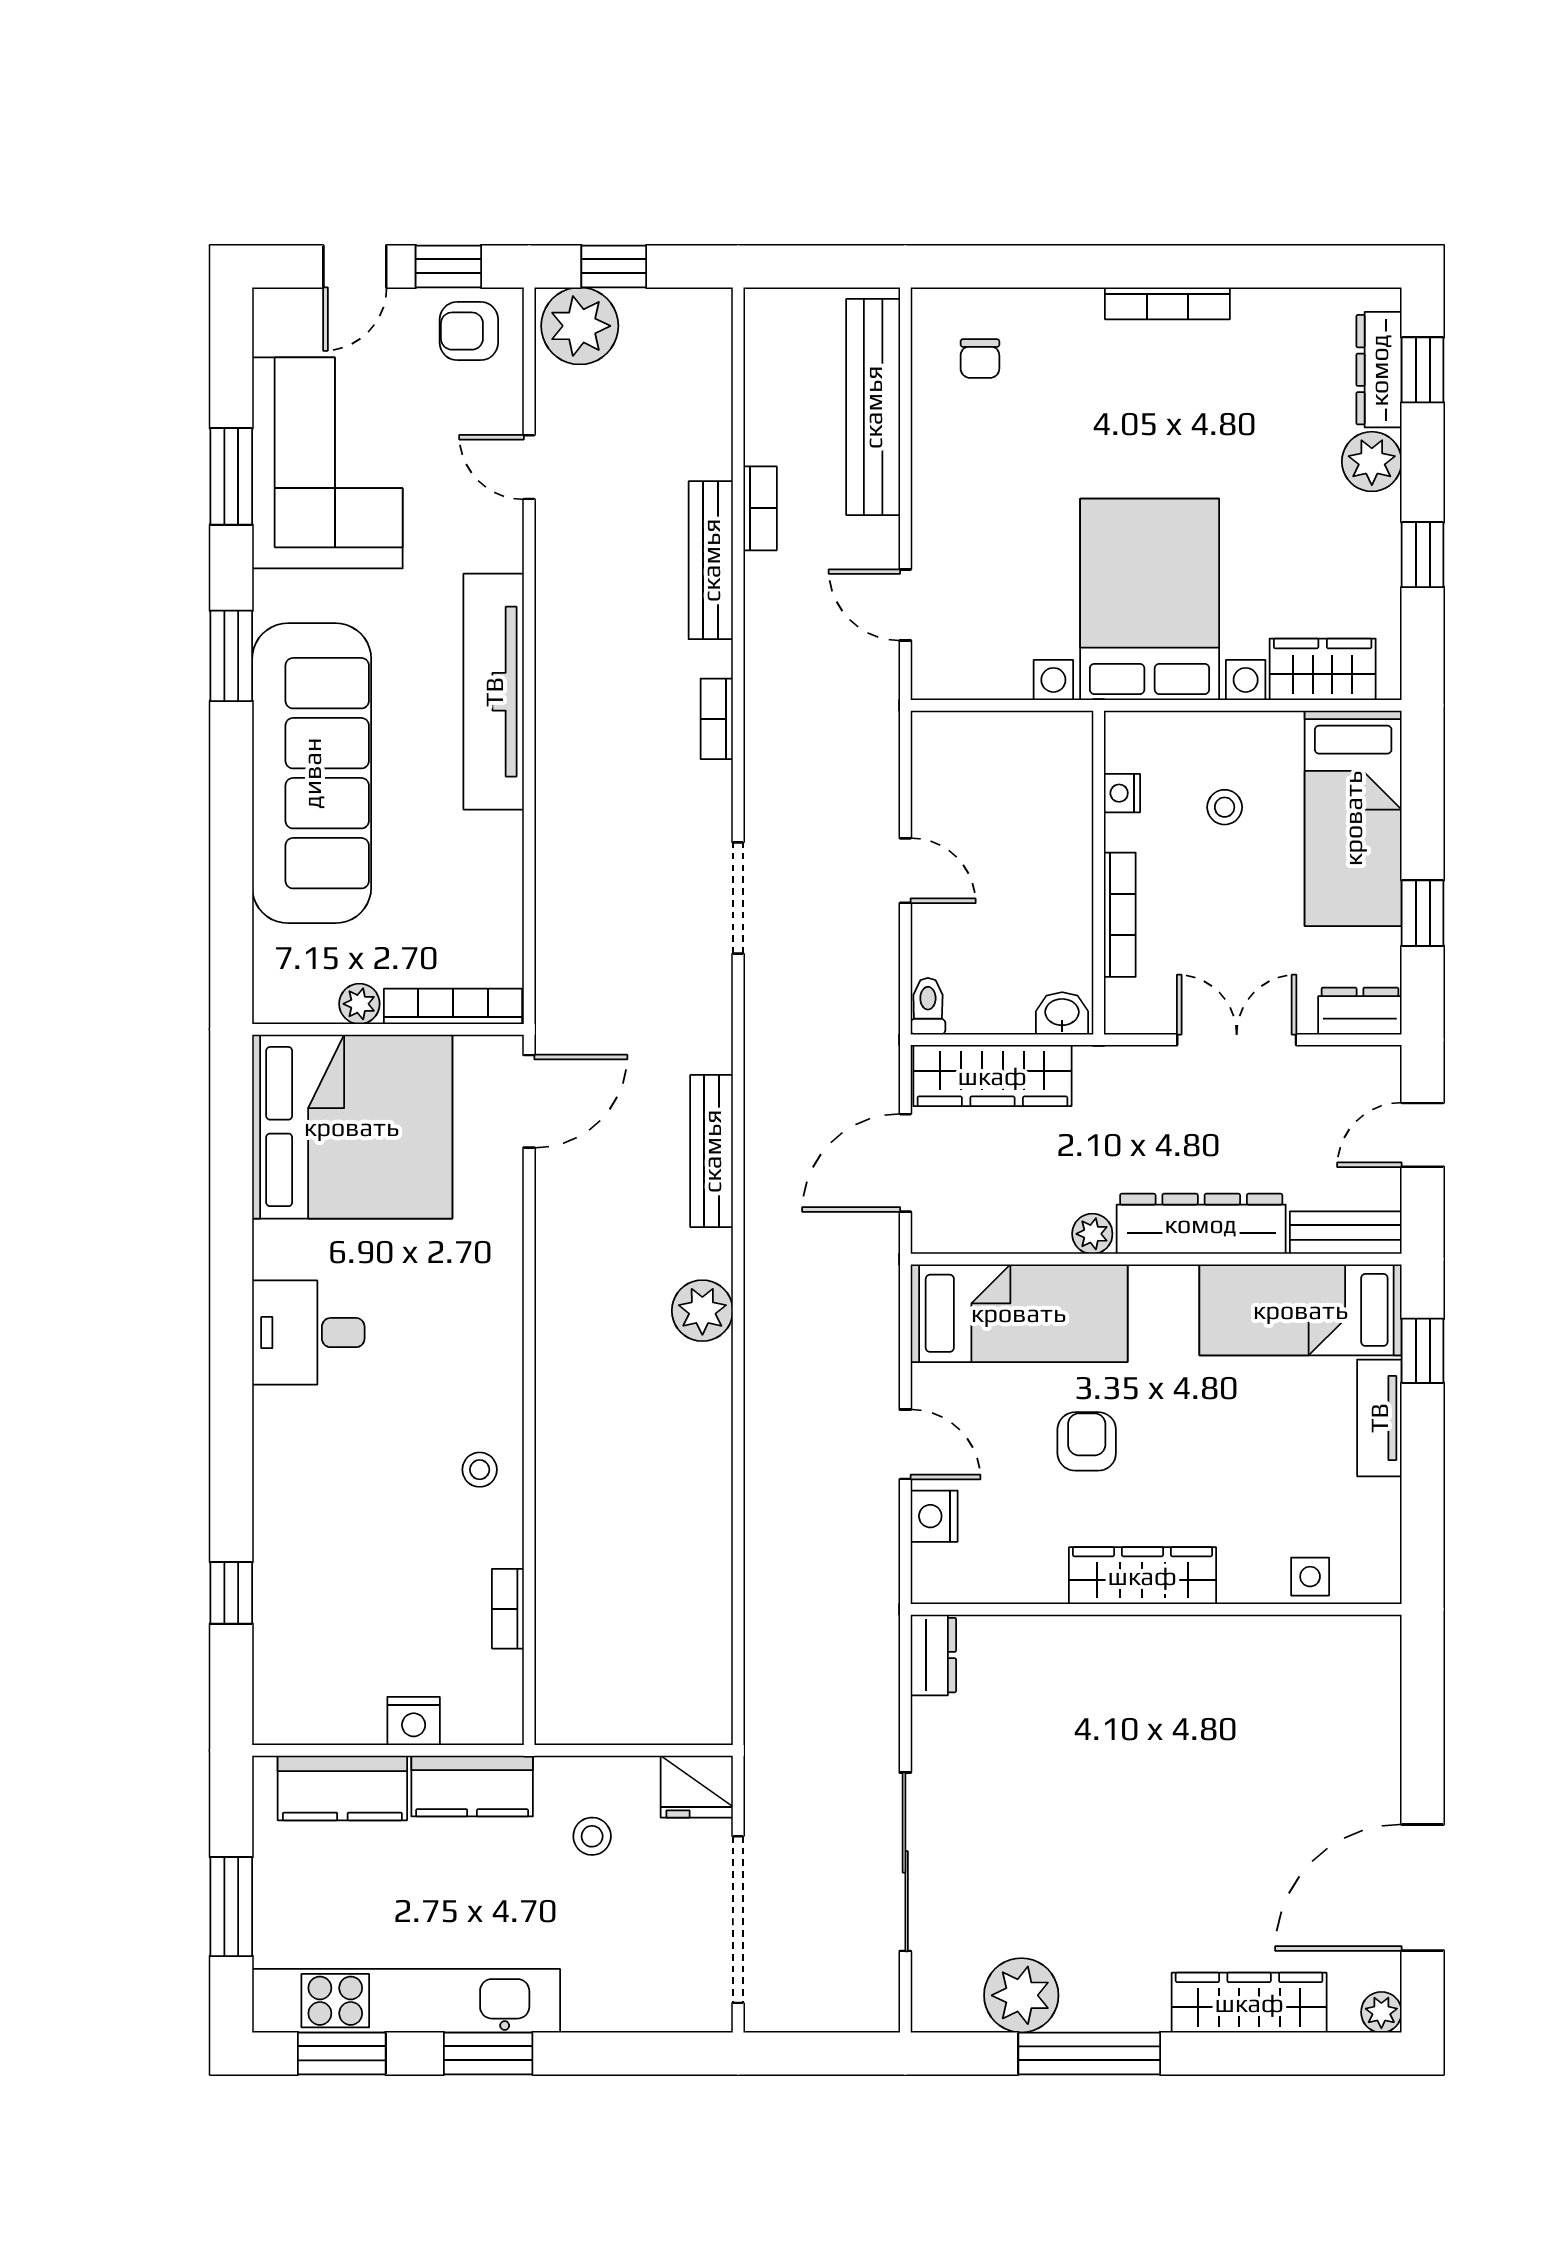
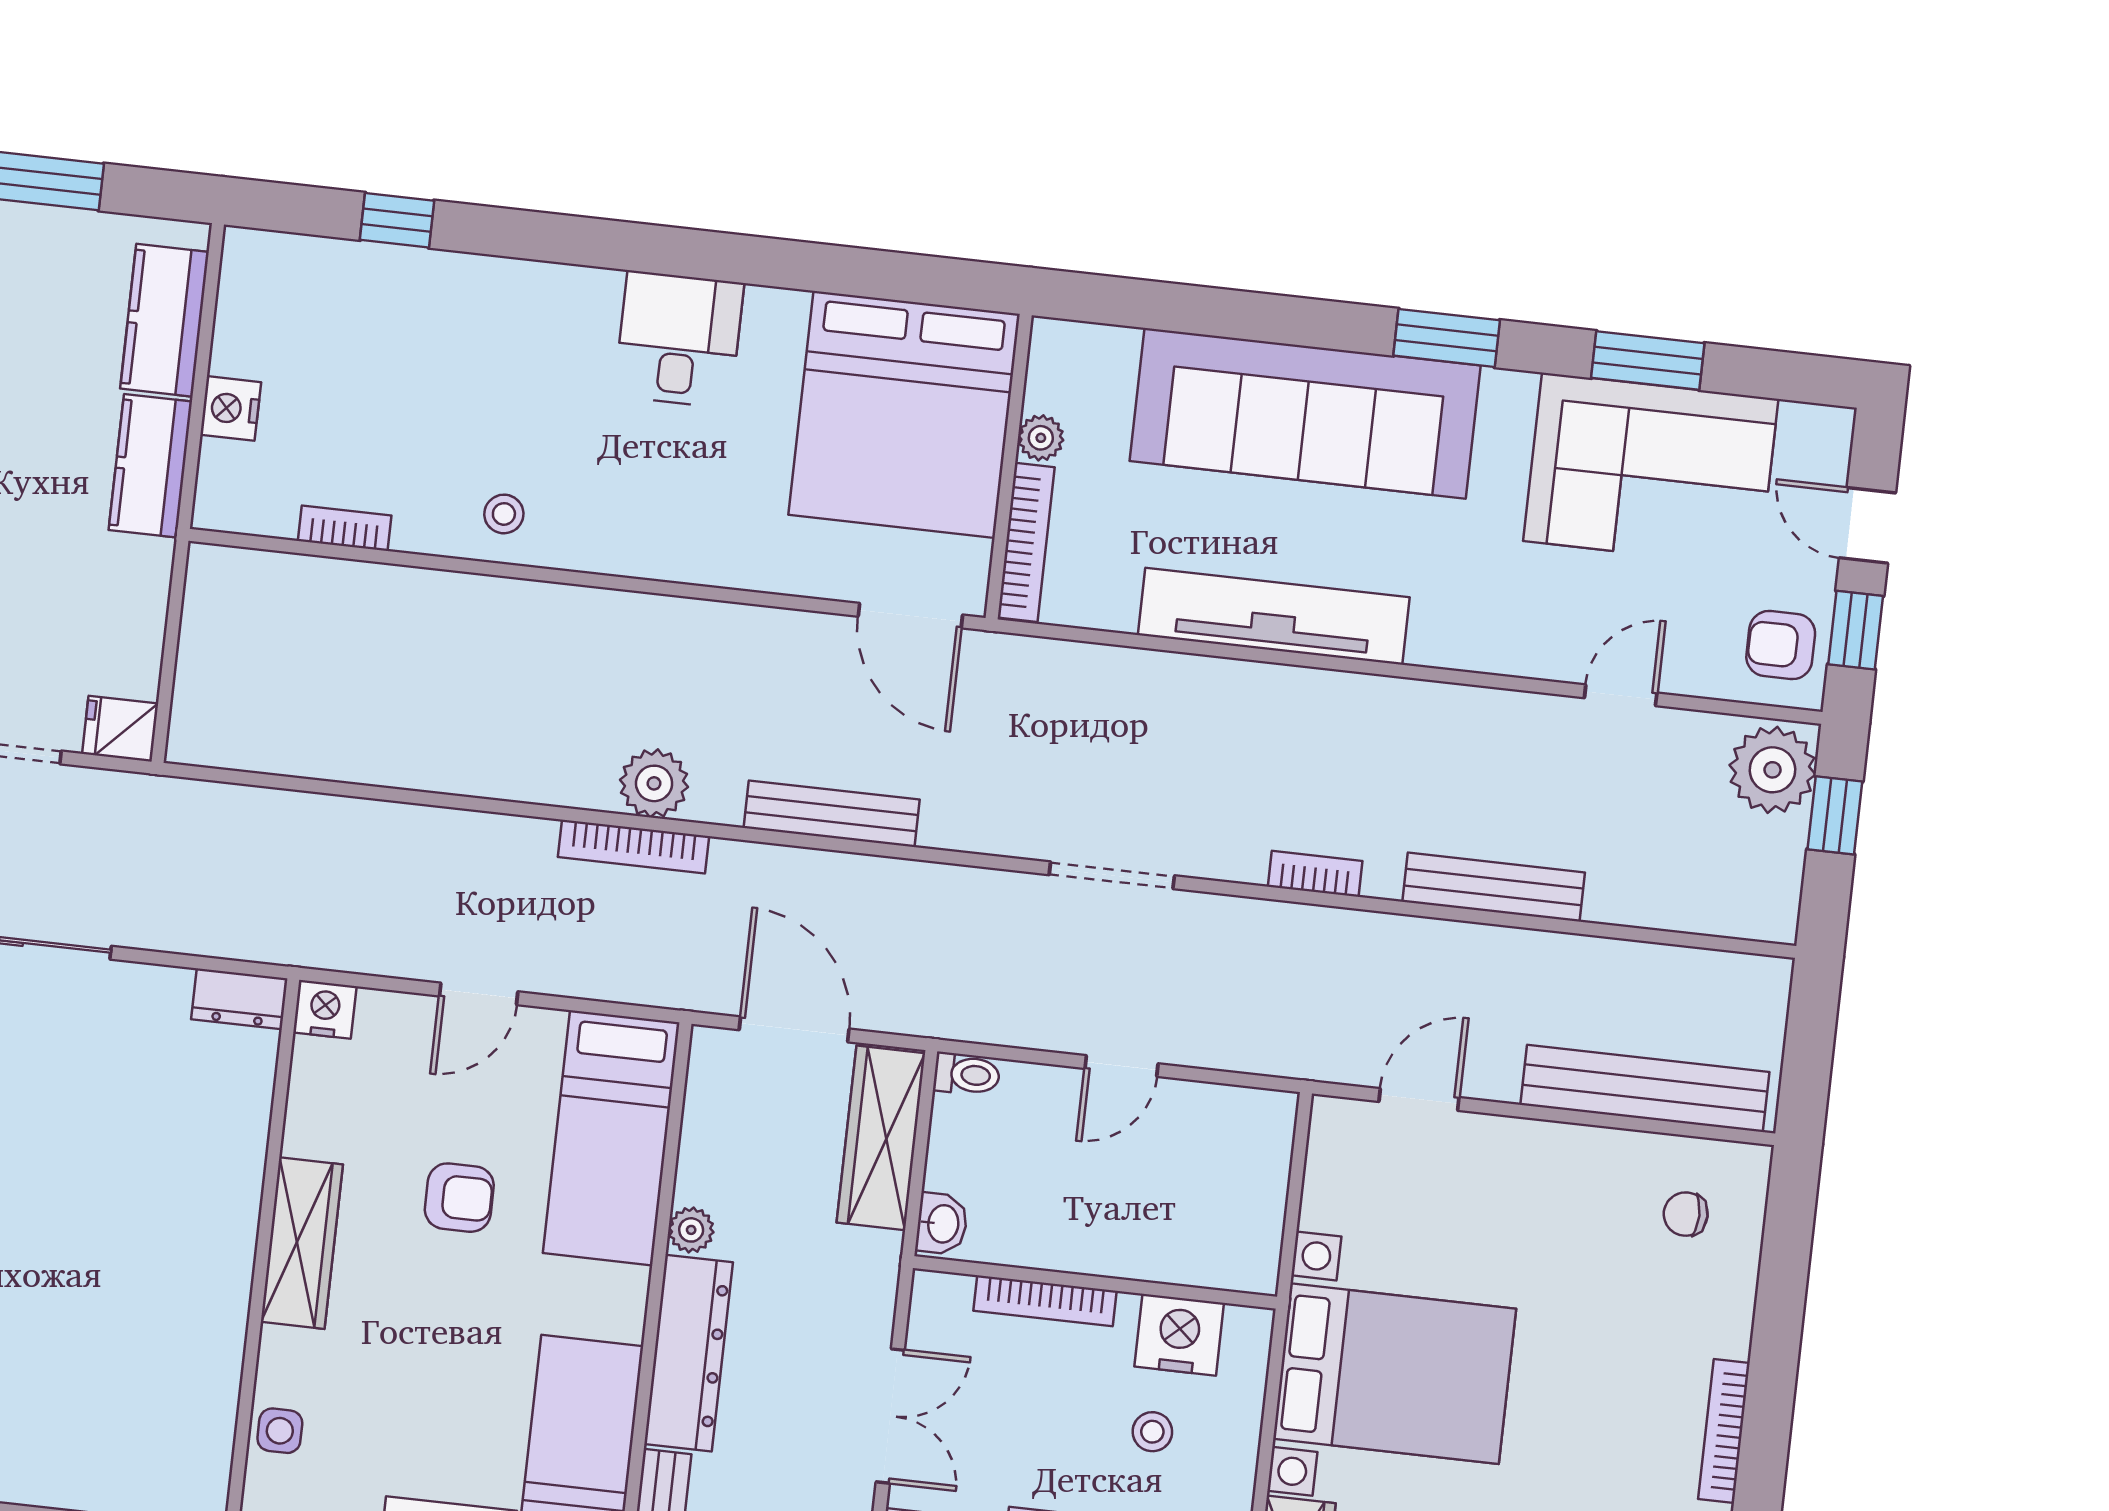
armchair: (469, 331) -> (1781, 645), turned -90
bookcase: (760, 508) -> (634, 847), moved, width x1.56
tv unit: (494, 692) -> (1274, 616), moved
nightstand: (1122, 793) -> (1179, 1335), width x1.89, depth x1.79
nightstand: (934, 1516) -> (325, 1009), moved
fridge: (697, 1787) -> (120, 729), width x0.72
stool: (592, 1836) -> (79, 594), removed

